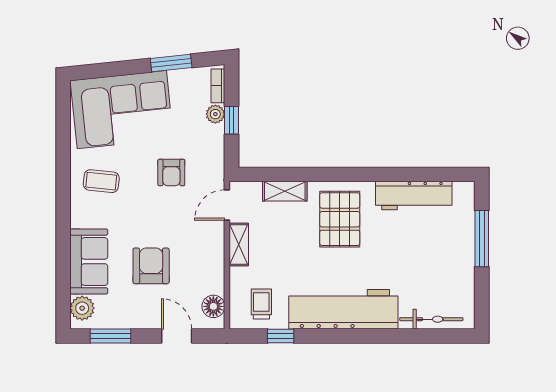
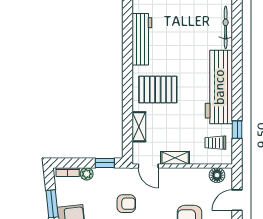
window: (232, 120) -> (105, 163), moved

